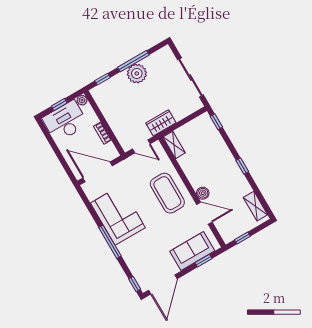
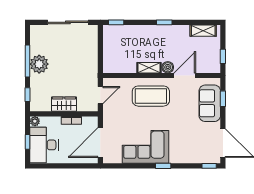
wardrobe: (161, 123) -> (64, 104), moved, turned 90
shelving: (174, 145) -> (149, 68), moved
window: (110, 242) -> (163, 166), width x0.46

